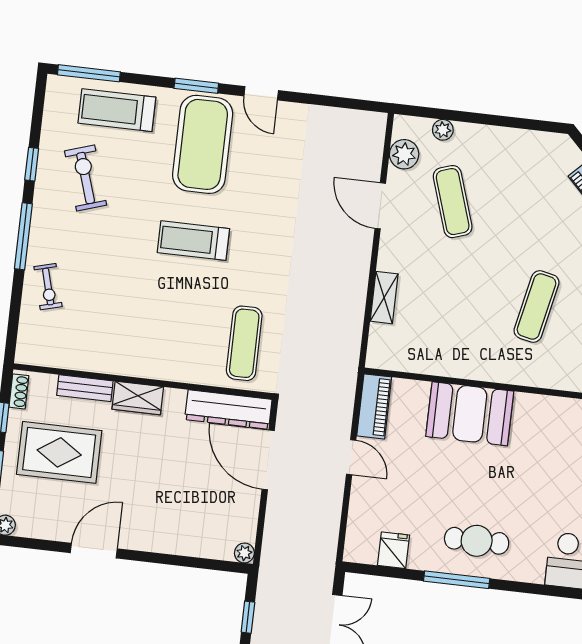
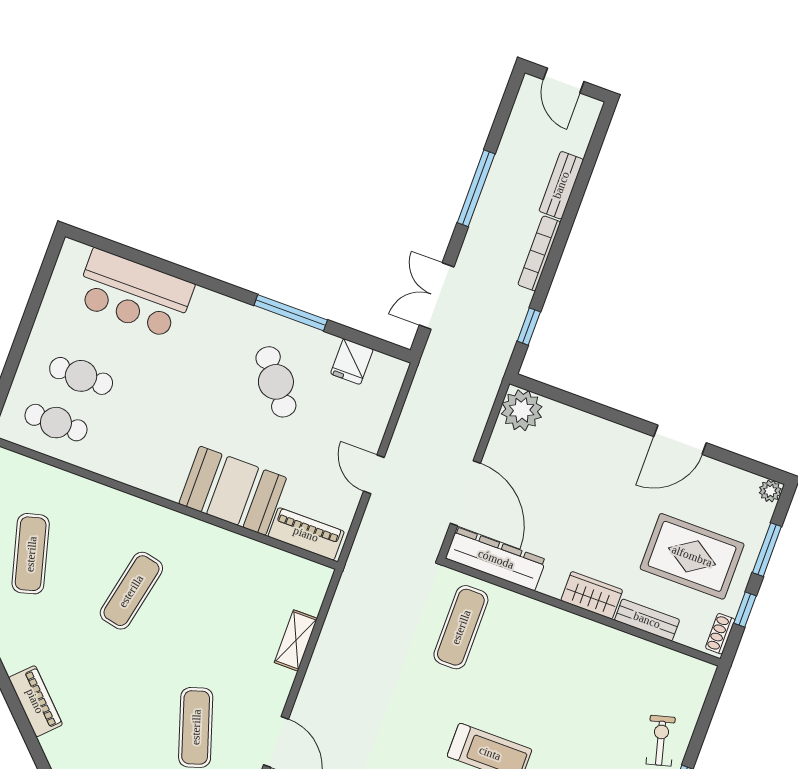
piano: (374, 406) -> (306, 534), moved, turned 90
cafe table: (477, 541) -> (276, 382), moved, turned 52
plant: (244, 553) -> (522, 410), width x1.88, depth x1.88

